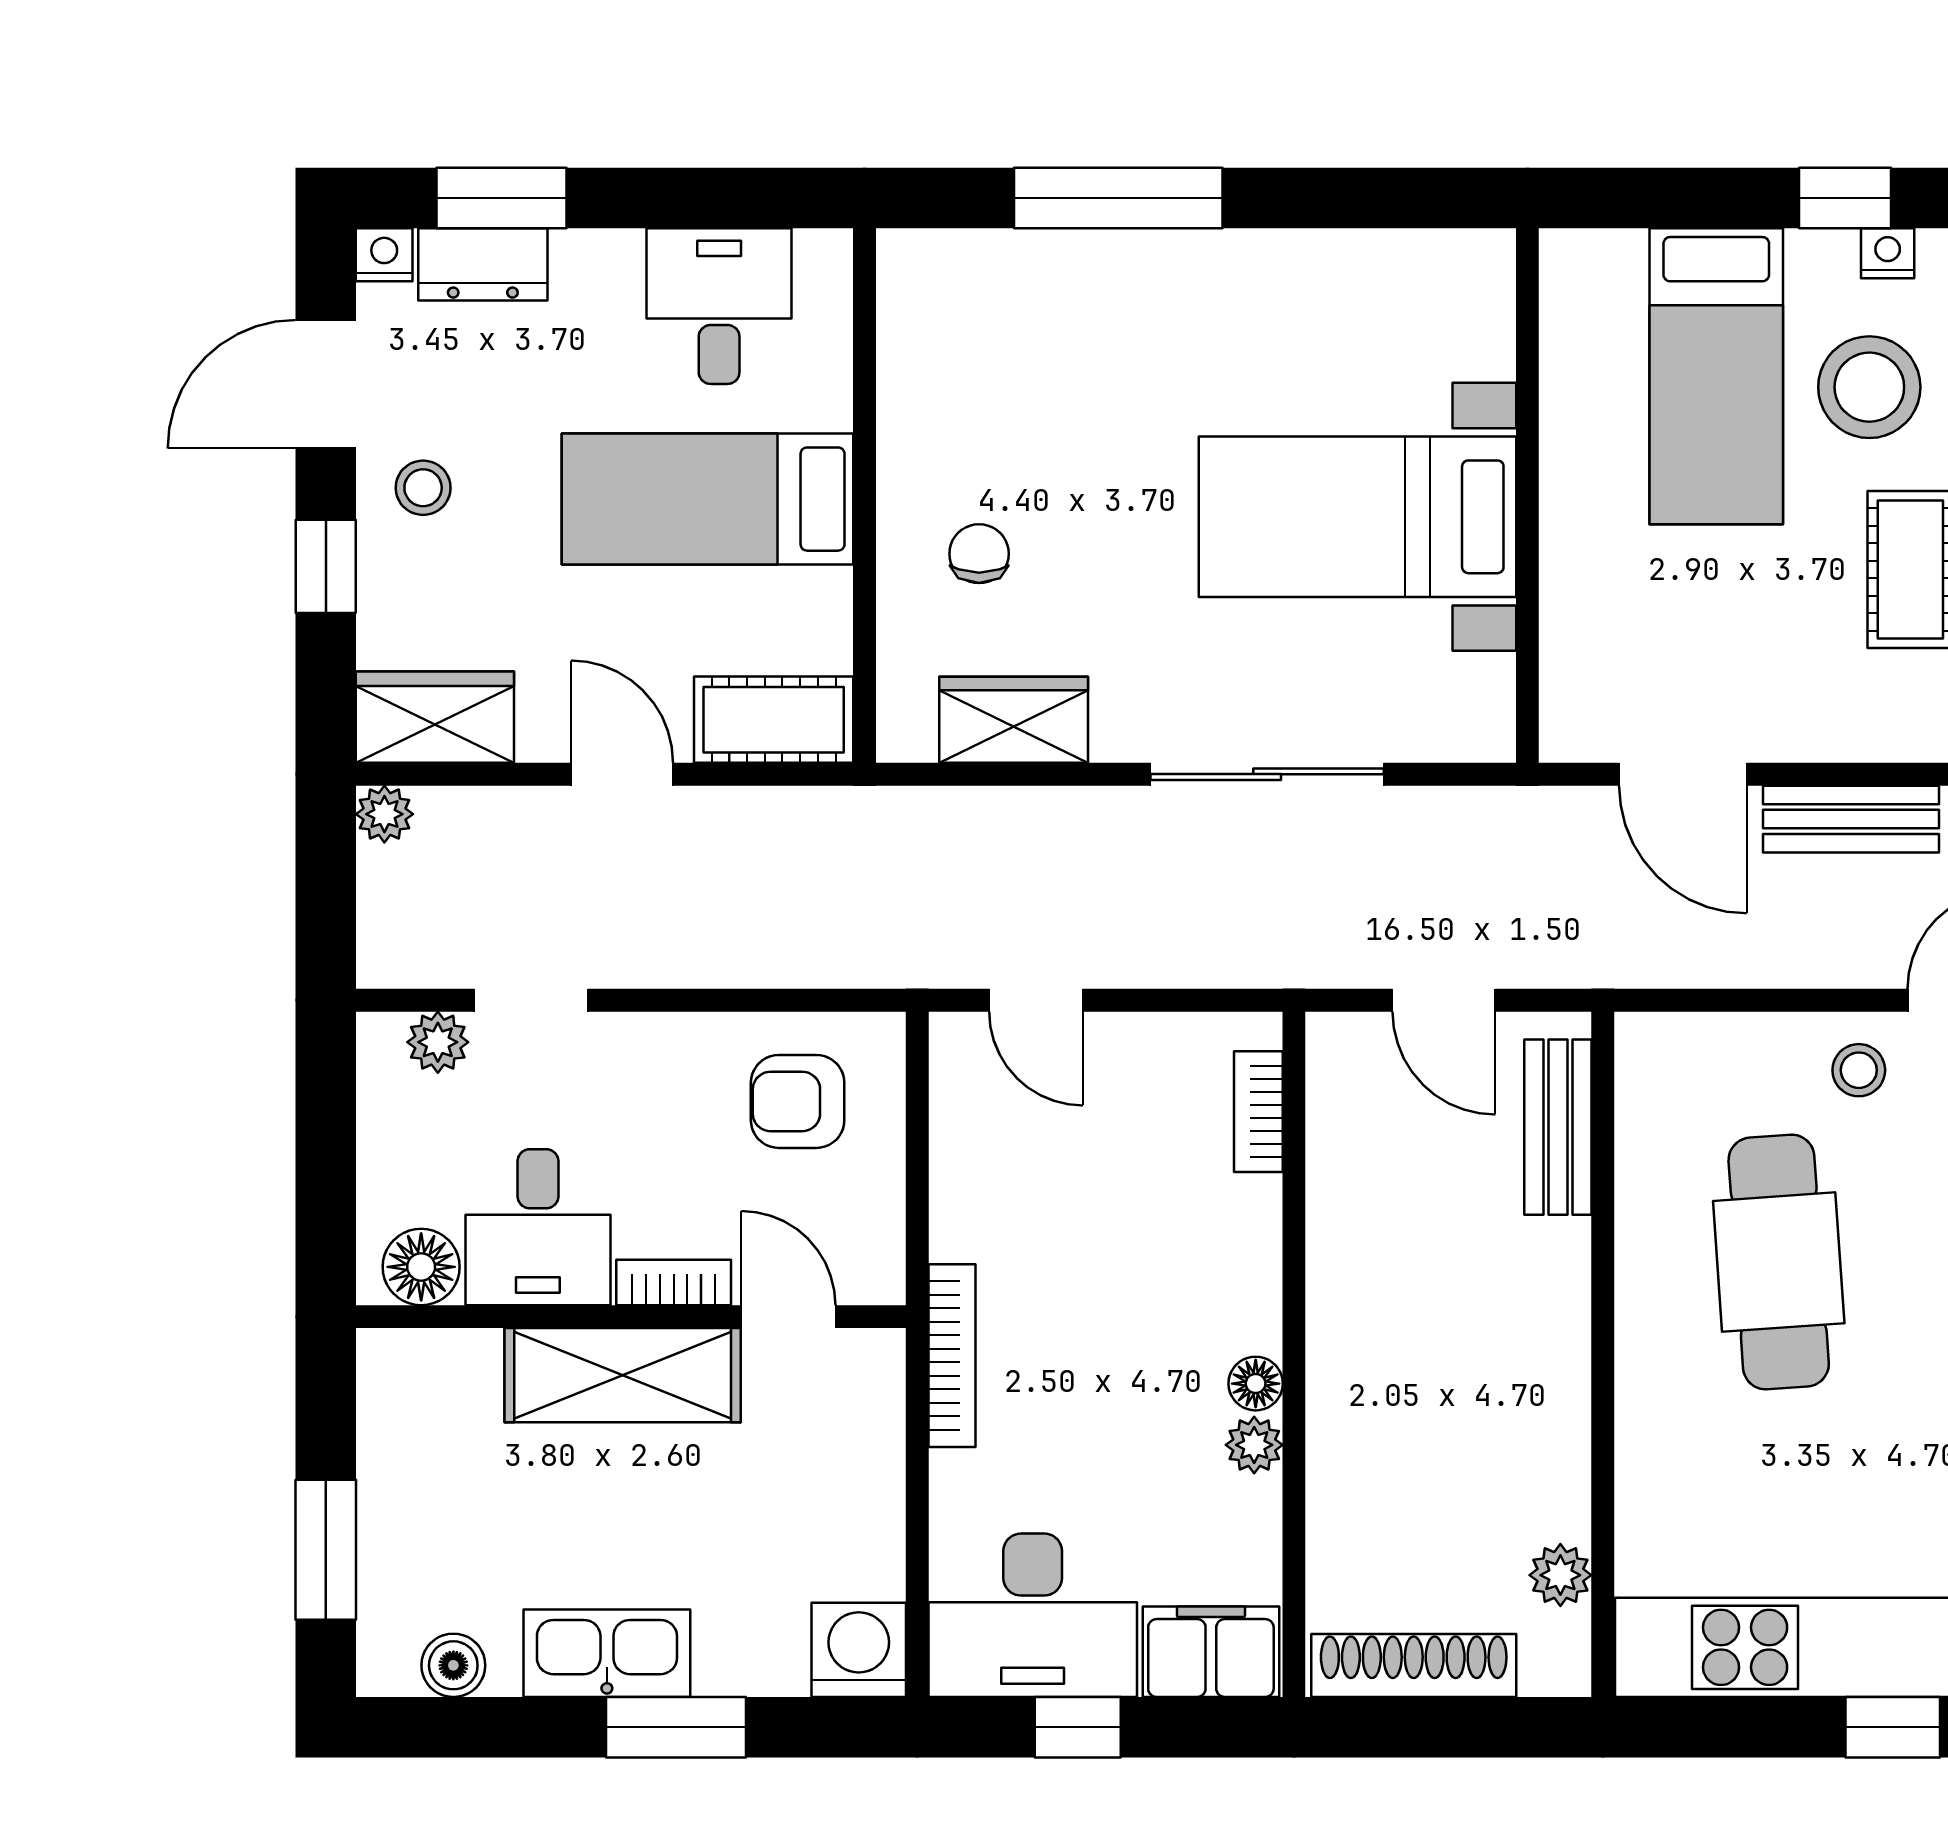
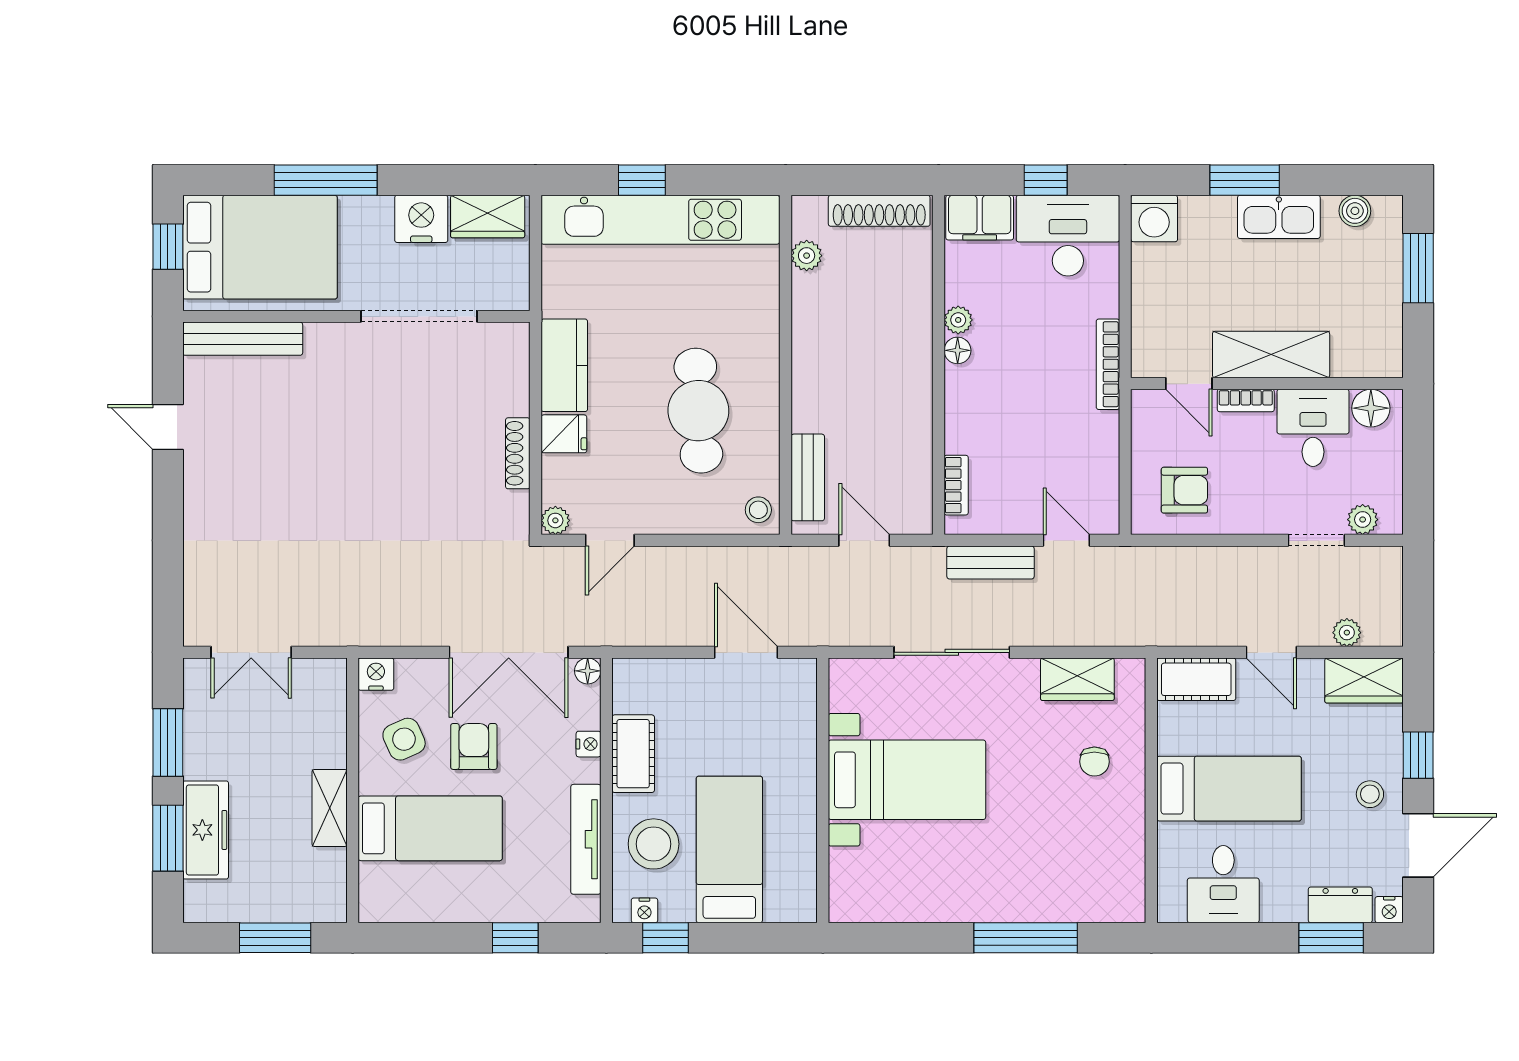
plant: (384, 814) -> (1347, 633), moved
bench: (1851, 819) -> (991, 563), moved
stool: (1859, 1070) -> (758, 510), moved

